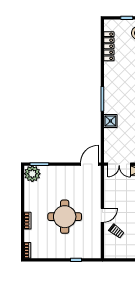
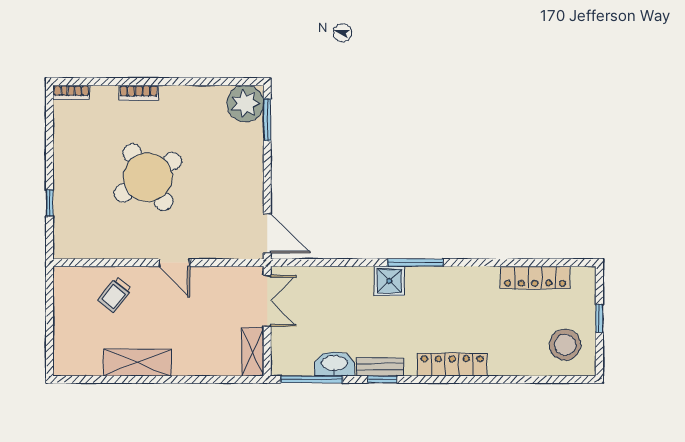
shower: (110, 121) -> (389, 281), moved
double door: (119, 164) -> (267, 301), swing flipped
door: (102, 215) -> (174, 263), moved
round table: (65, 217) -> (148, 177), turned -33

